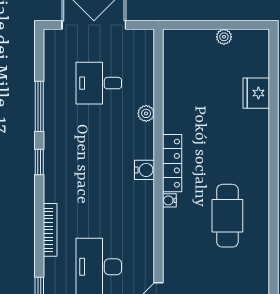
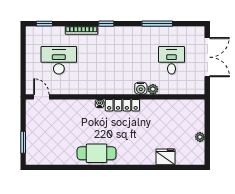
window: (39, 162) -> (106, 24), moved
water cooler: (145, 170) -> (141, 88), moved
cafe table: (227, 216) -> (97, 153), moved

